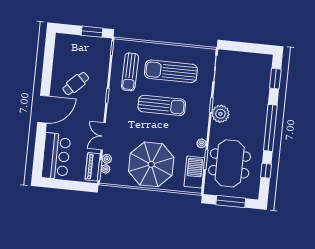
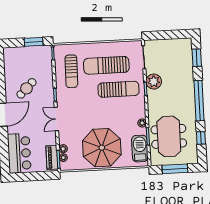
sun lounger: (162, 105) -> (119, 89), moved
plant: (220, 114) -> (154, 82), moved
double door: (103, 136) -> (56, 119), moved

